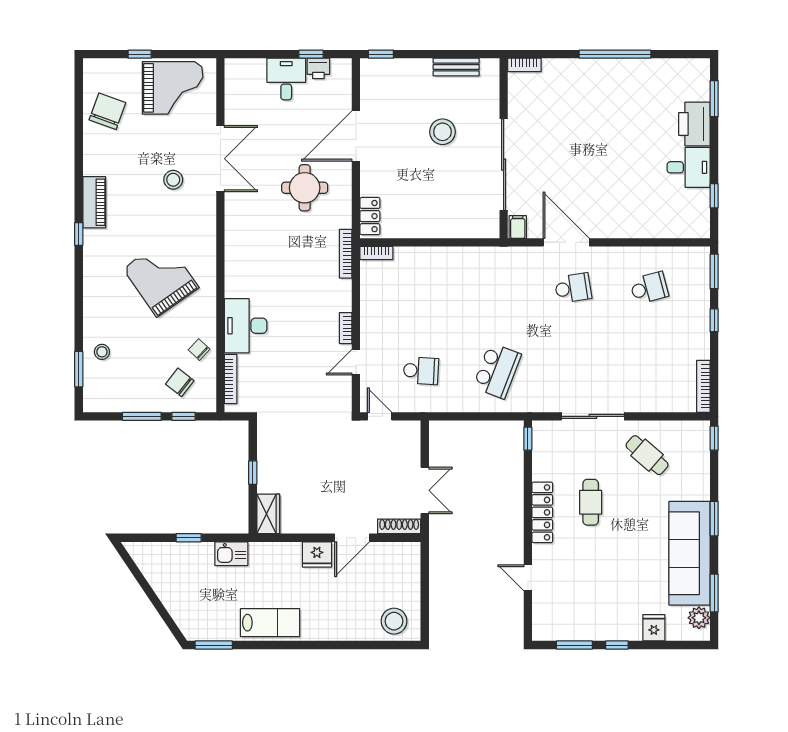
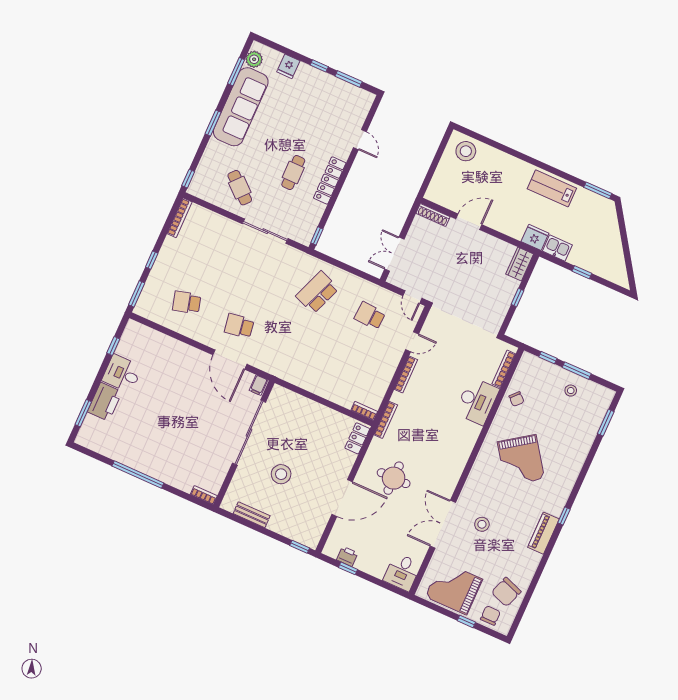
desk: (286, 79) -> (402, 572), moved
bookcase: (346, 328) -> (406, 375), width x1.56
stool: (102, 352) -> (571, 391), moved
chair: (180, 382) -> (490, 616), moved, turned -128
double door: (425, 490) -> (394, 254), moved
fridge: (317, 554) -> (535, 237), moved

